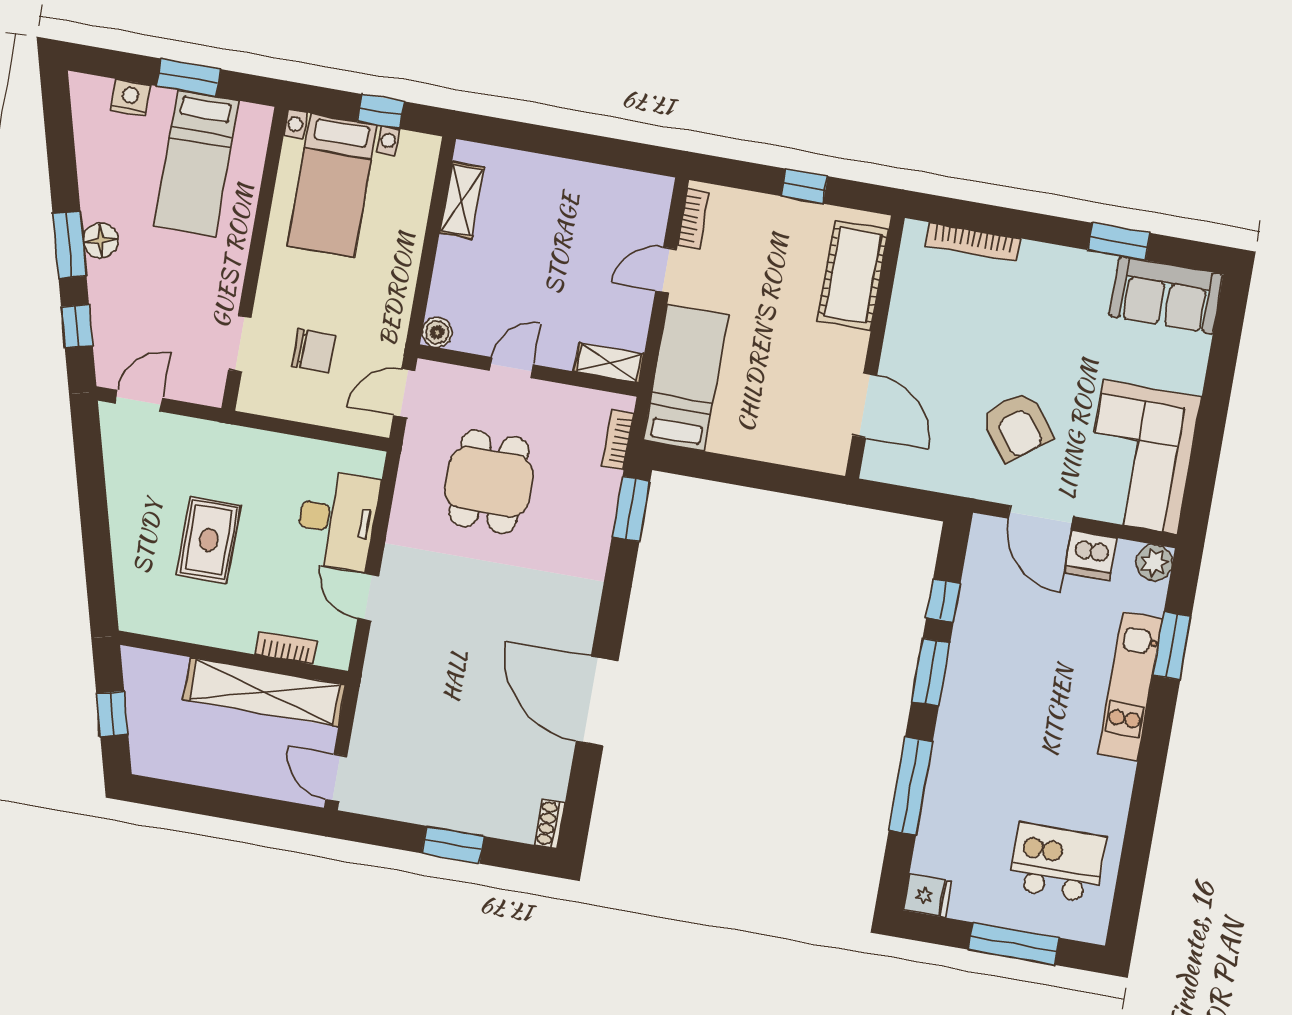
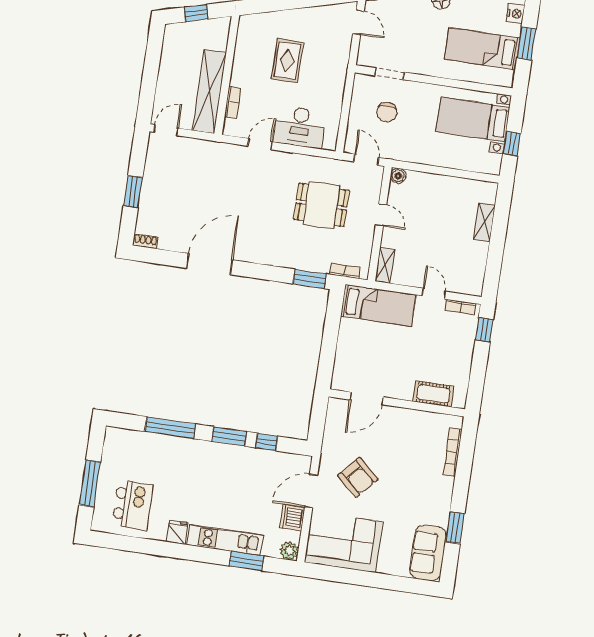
window: (804, 186) -> (484, 330), moved
shelving: (462, 200) -> (484, 222), moved, turned 90
cot: (853, 275) -> (433, 394), width x0.73, depth x0.75
armchair: (1017, 426) -> (358, 477), turned -101
rug: (209, 540) -> (287, 61), turned 90
fridge: (928, 896) -> (177, 532), moved, turned 180

